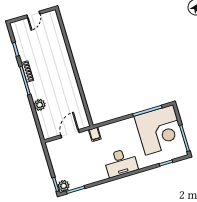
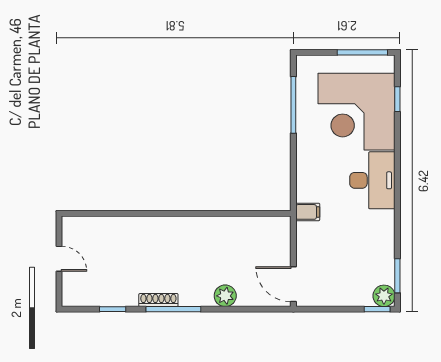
corner desk: (159, 130) -> (356, 112), moved, turned 180
door: (70, 134) -> (293, 284), moved

